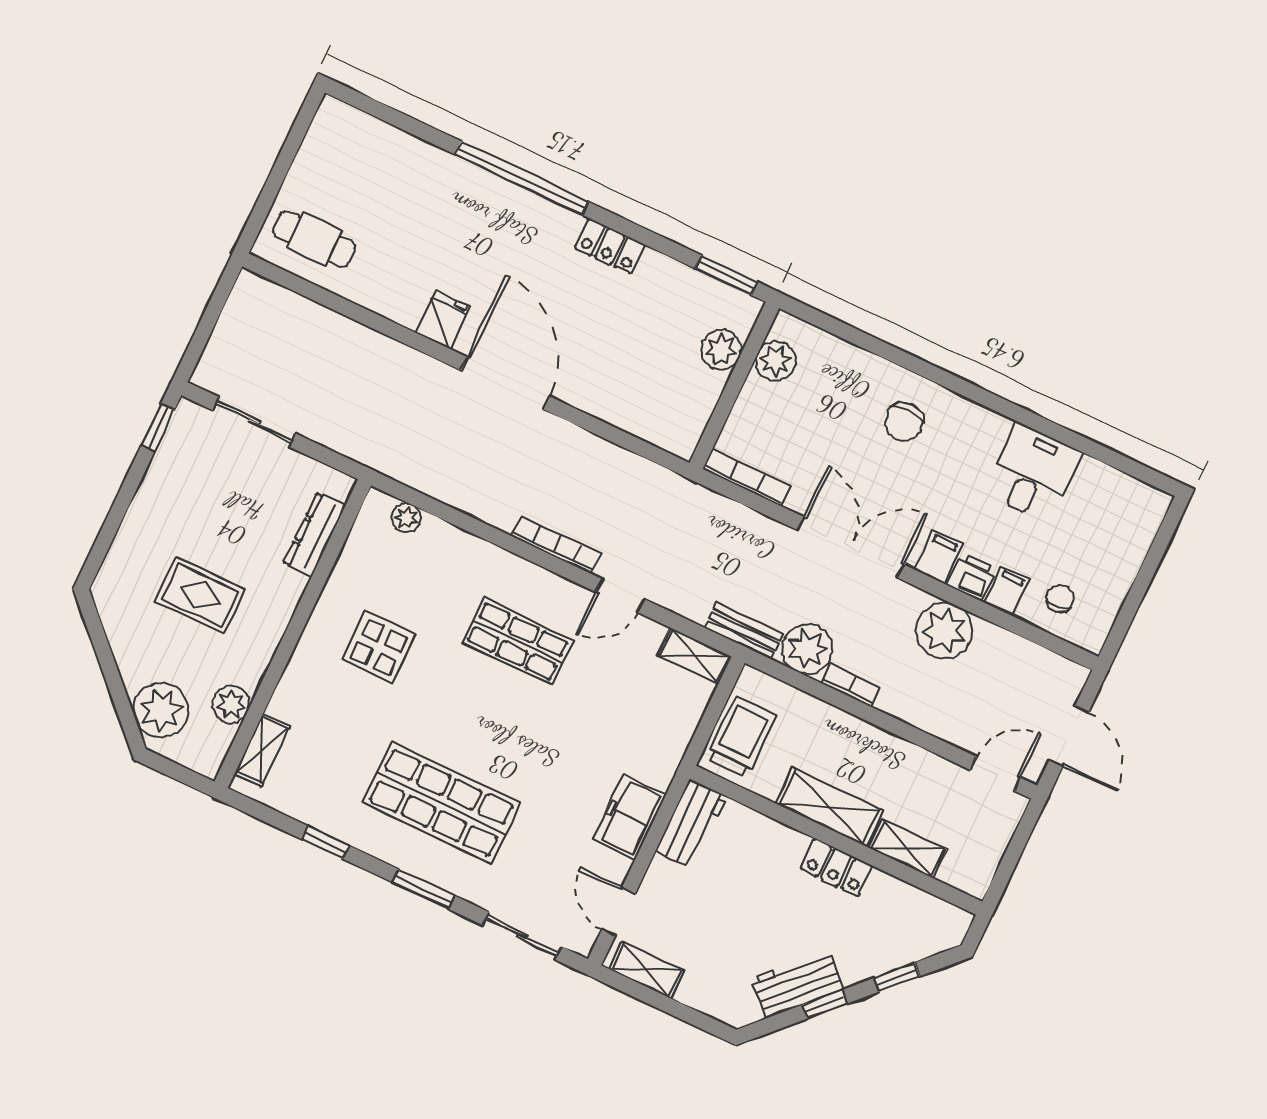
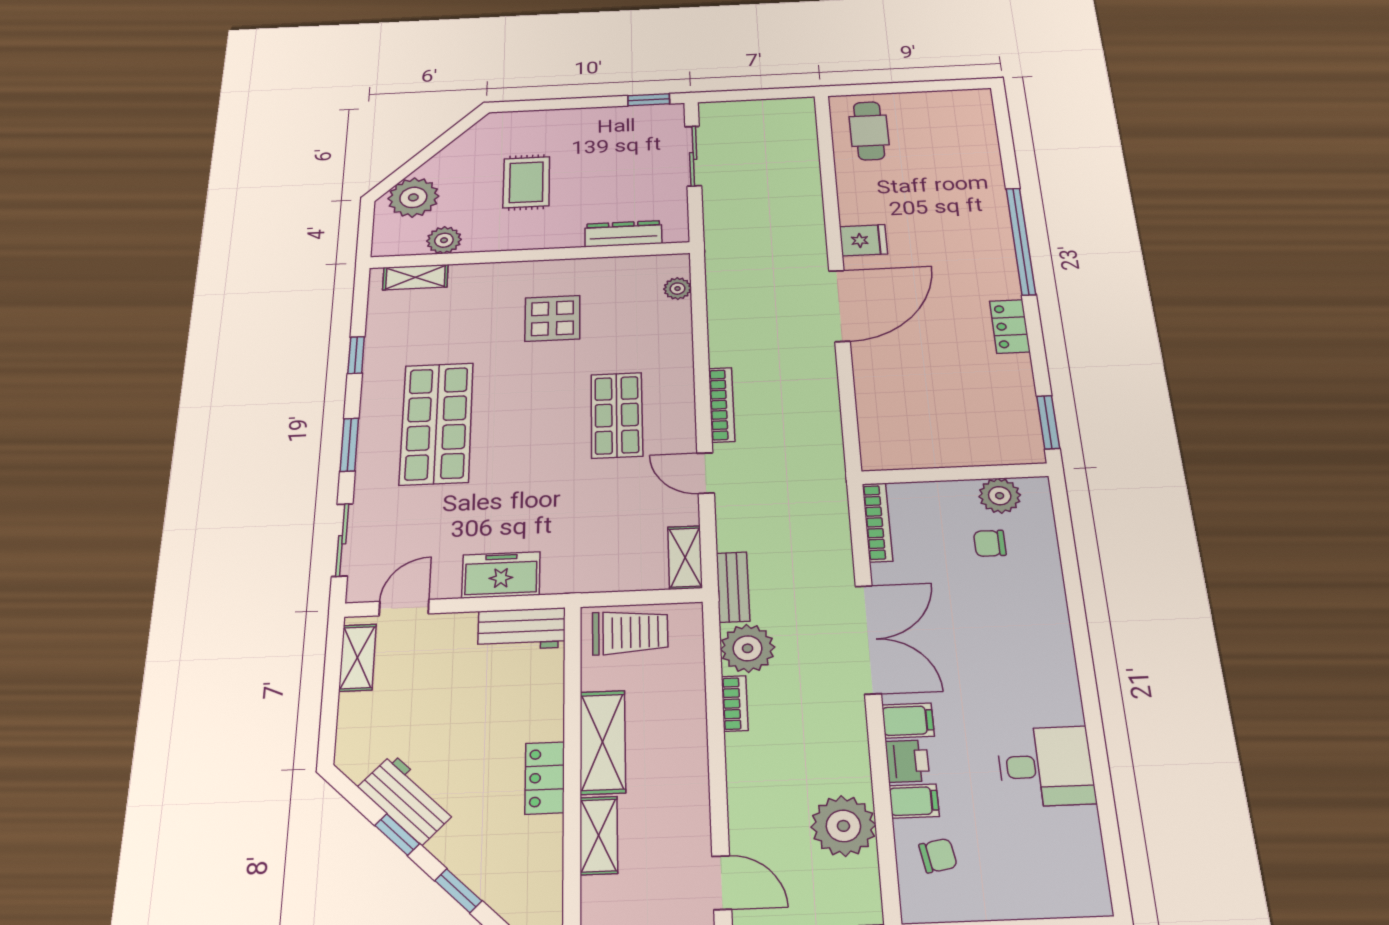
plant: (721, 350) -> (980, 449), removed
chair: (904, 422) -> (990, 543), moved, width x0.73, depth x0.73
plant: (944, 631) -> (843, 826), moved

